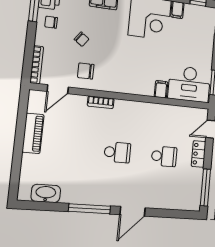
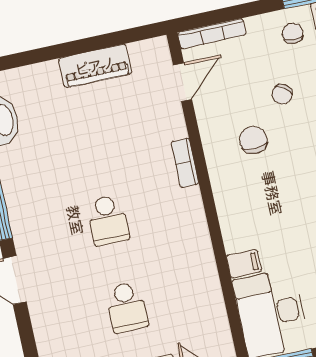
chair: (86, 71) -> (253, 140), moved
door: (58, 89) -> (183, 82), swing flipped

